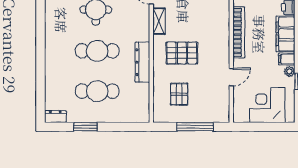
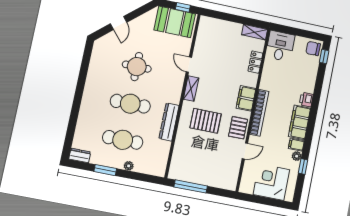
filing cabinet: (221, 20) -> (246, 98), added
pallet: (179, 94) -> (238, 128), moved
plant: (109, 118) -> (129, 166), added
window: (195, 127) -> (191, 186), moved

